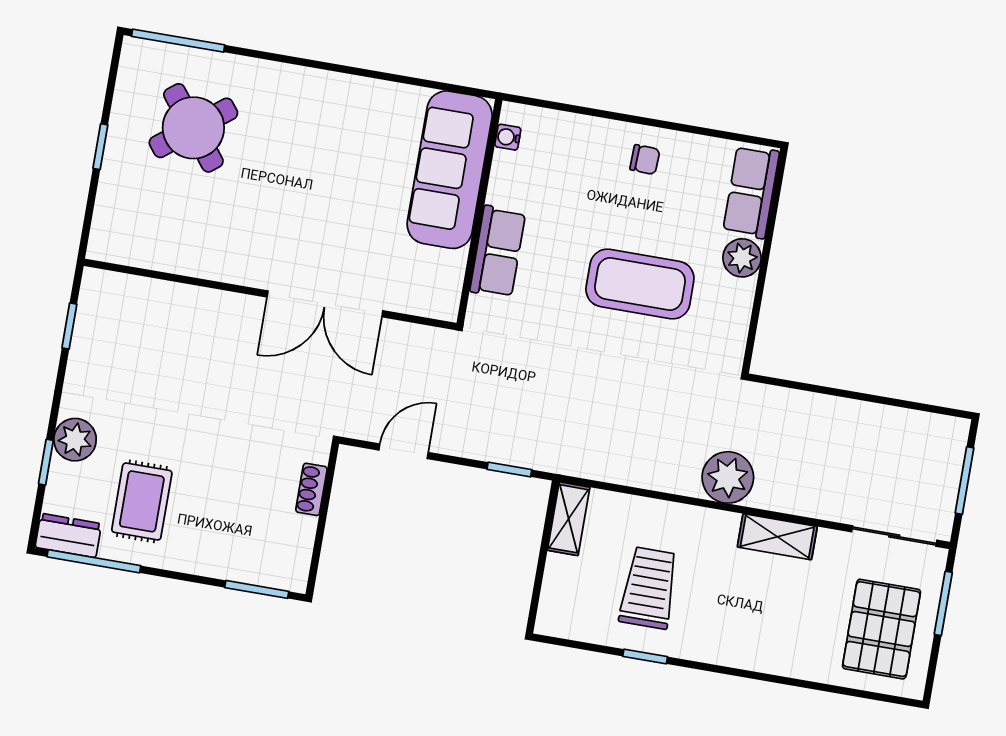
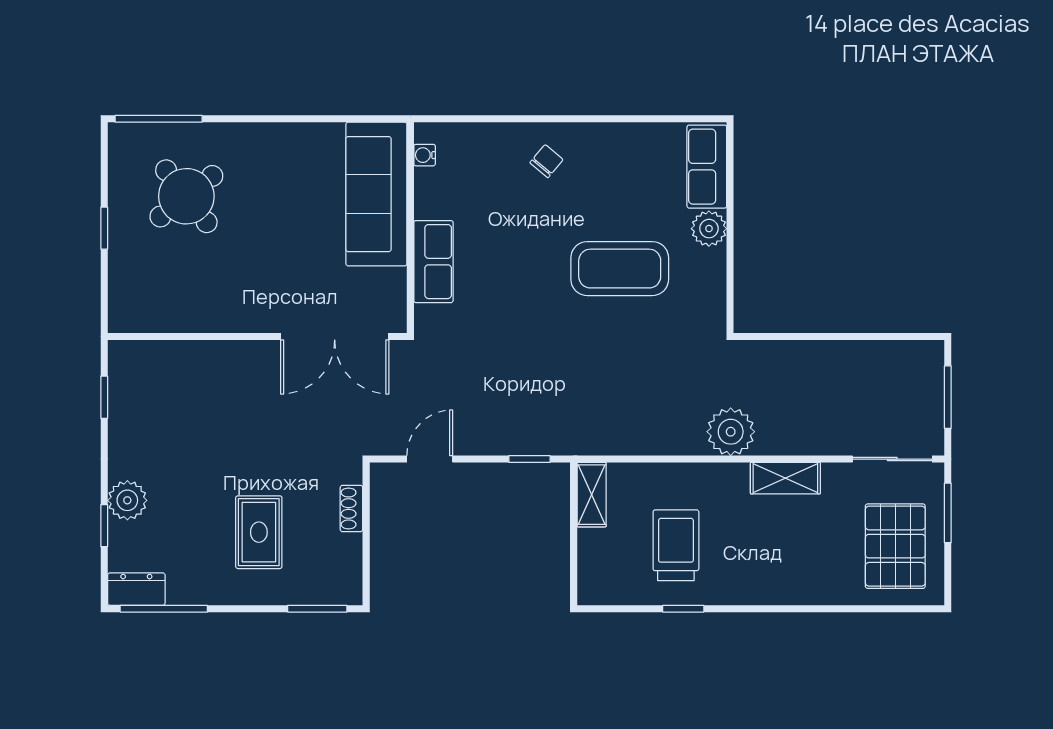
water cooler: (508, 137) -> (425, 155), moved
chair: (645, 160) -> (546, 161), moved, turned -52
sofa: (450, 170) -> (376, 194), moved
wall: (479, 212) -> (410, 228), moved
row of seats: (498, 252) -> (433, 262), moved
rug: (142, 501) -> (259, 532), moved

